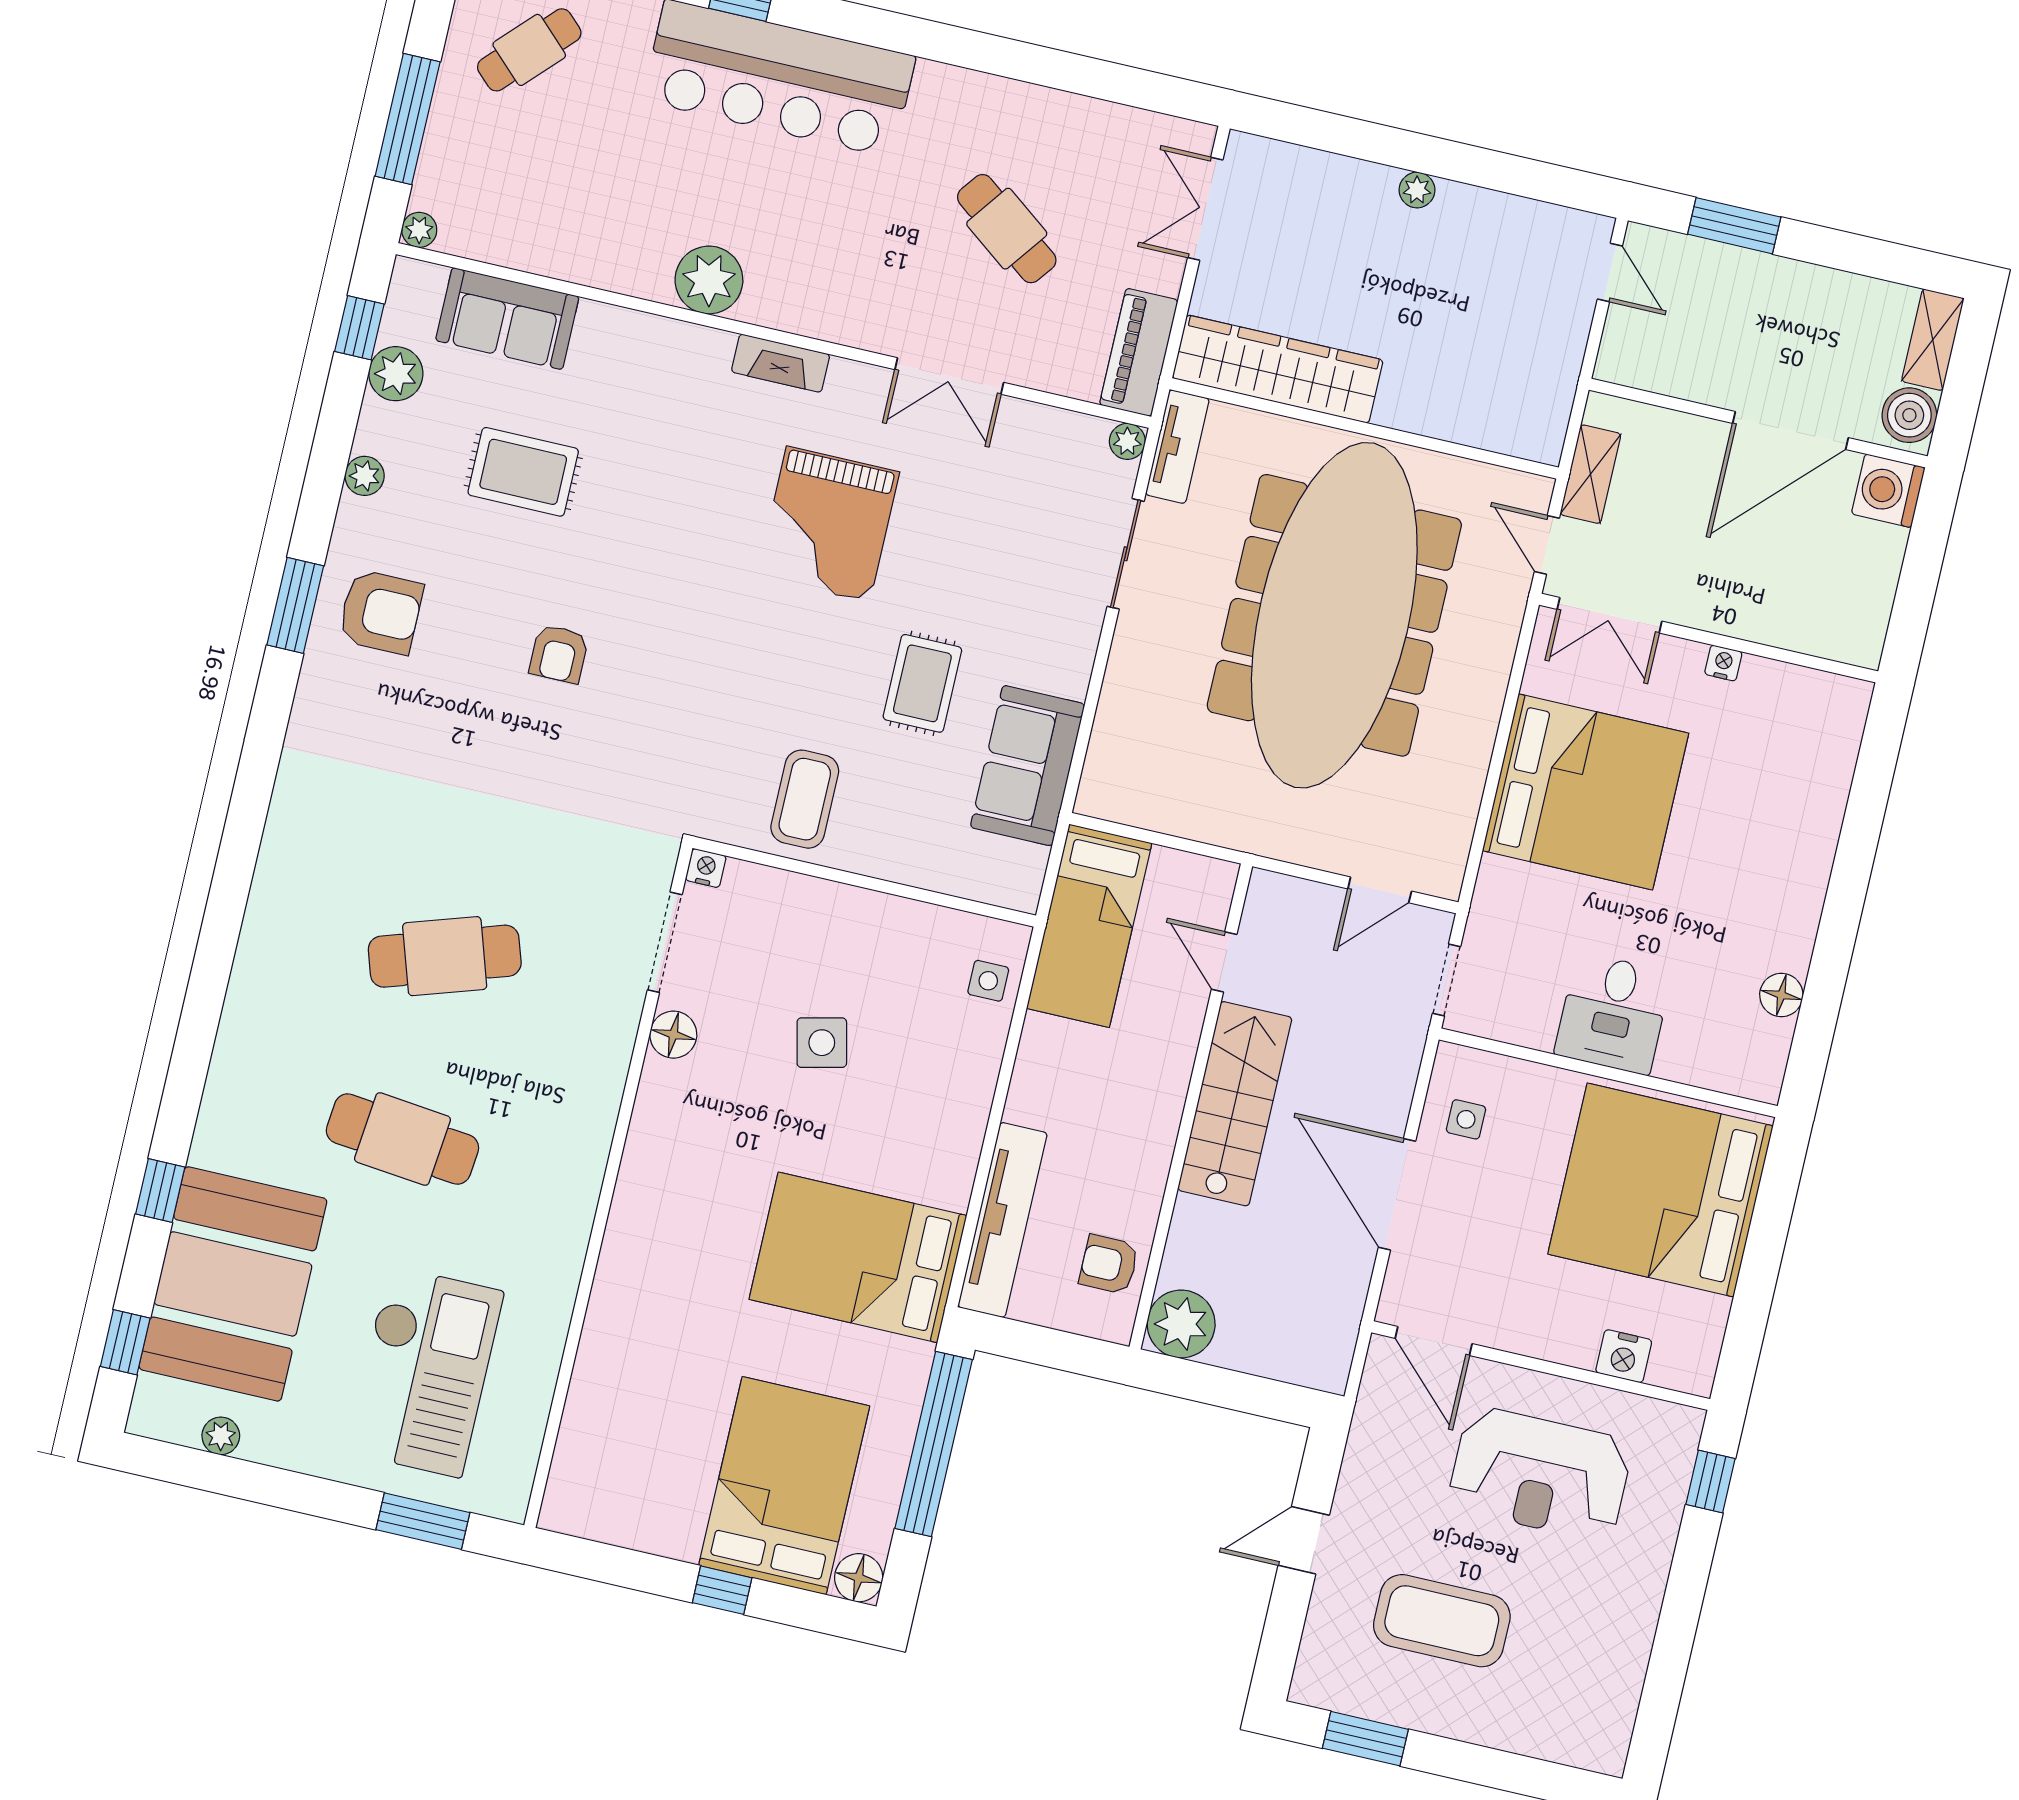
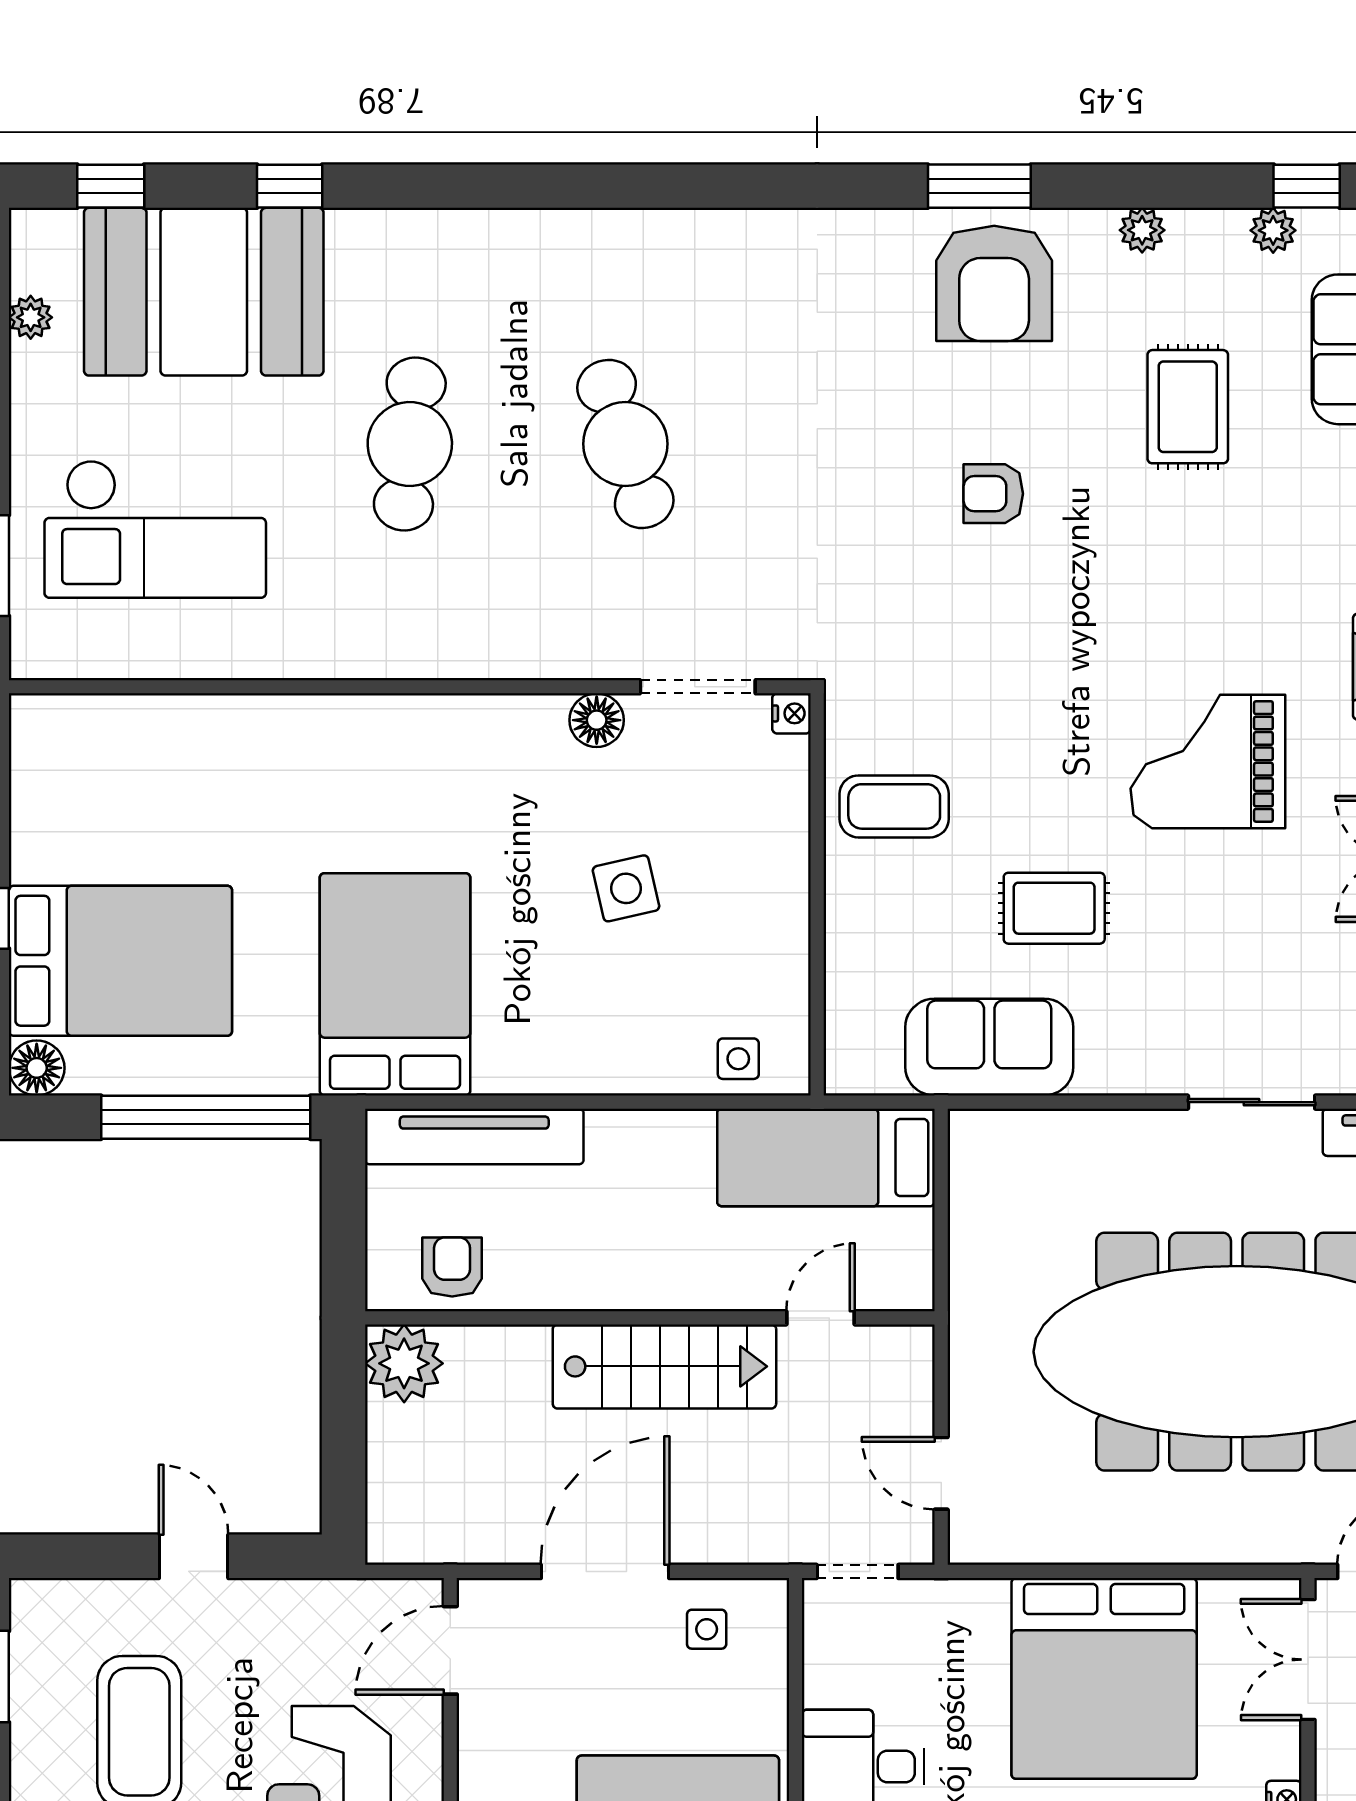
plant: (396, 374) -> (1273, 230), width x0.73, depth x0.73
armchair: (381, 612) -> (994, 283), width x1.36, depth x1.36

